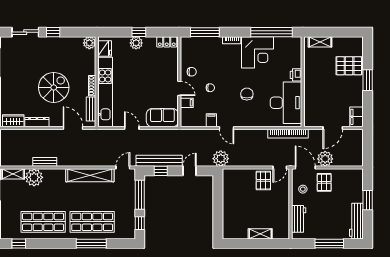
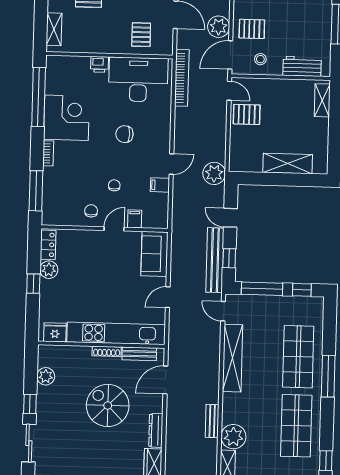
plant: (89, 43) -> (46, 376), moved
plant: (136, 43) -> (49, 270), moved
pallet: (318, 104) -> (141, 35), added
shelving: (229, 211) -> (288, 163), added
shelving: (260, 234) -> (322, 100), moved
window: (91, 244) -> (328, 376), moved

